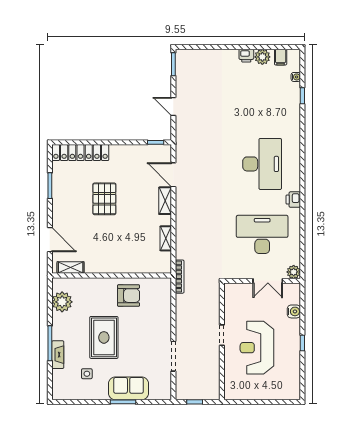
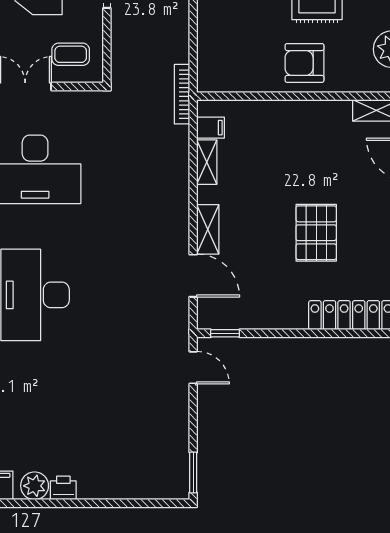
door: (173, 106) -> (193, 368), moved
filing cabinet: (164, 258) -> (211, 128), added
armchair: (129, 296) -> (304, 63), moved
coffee table: (242, 299) -> (71, 54), added

